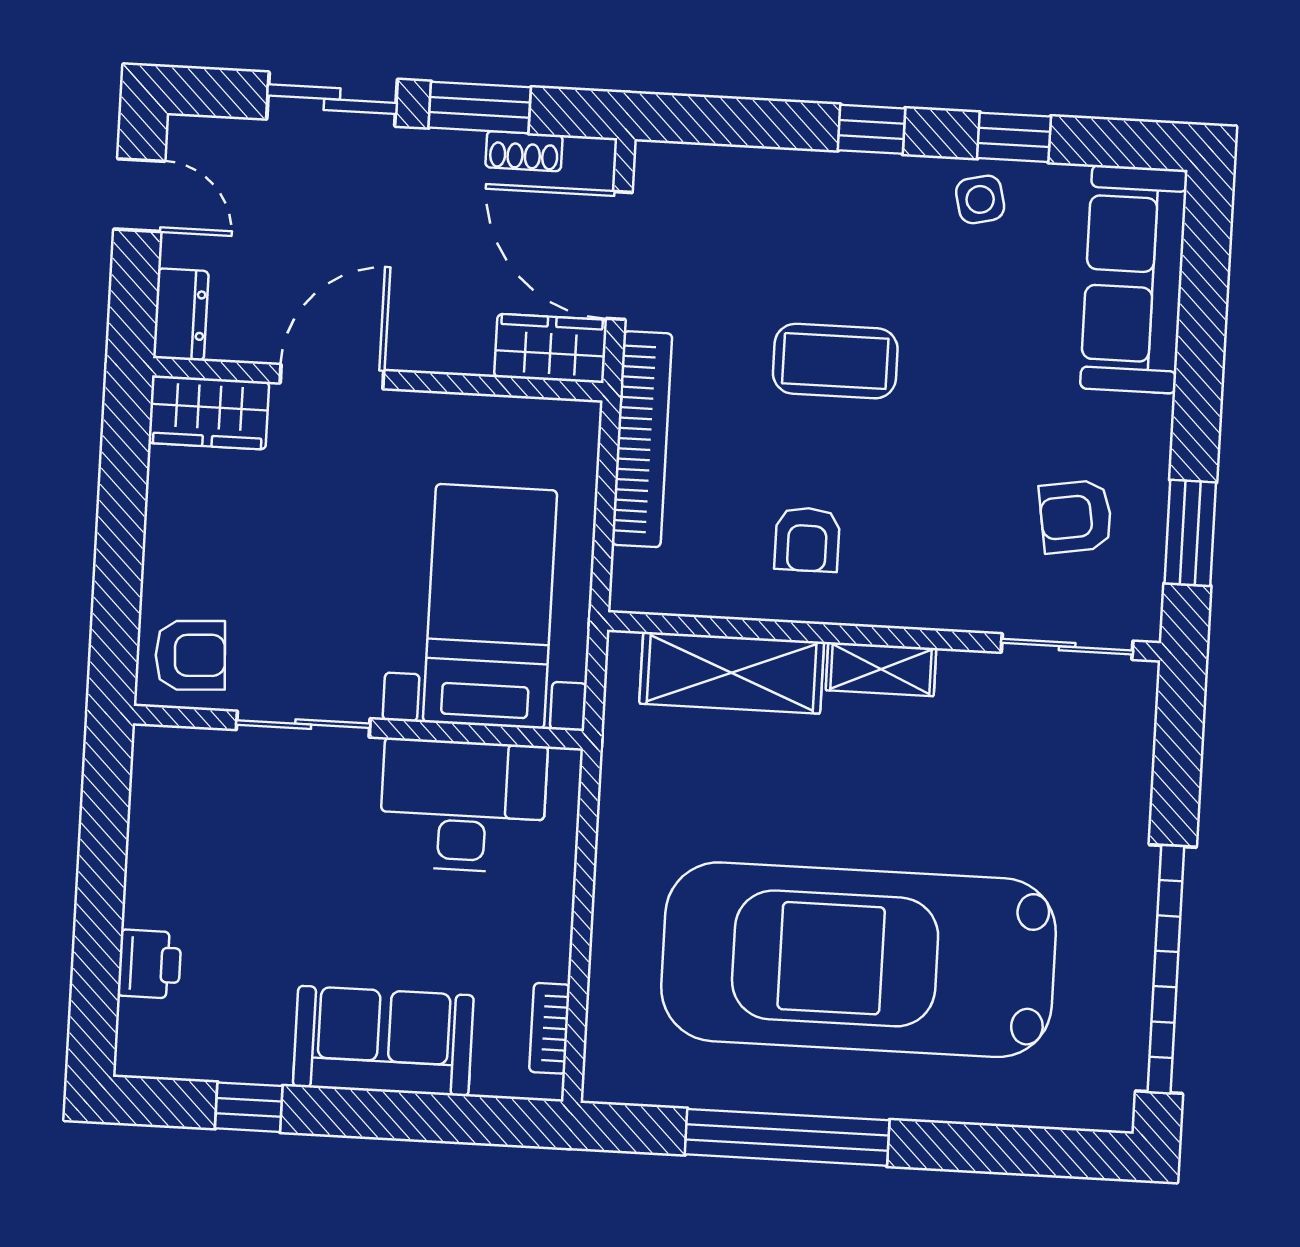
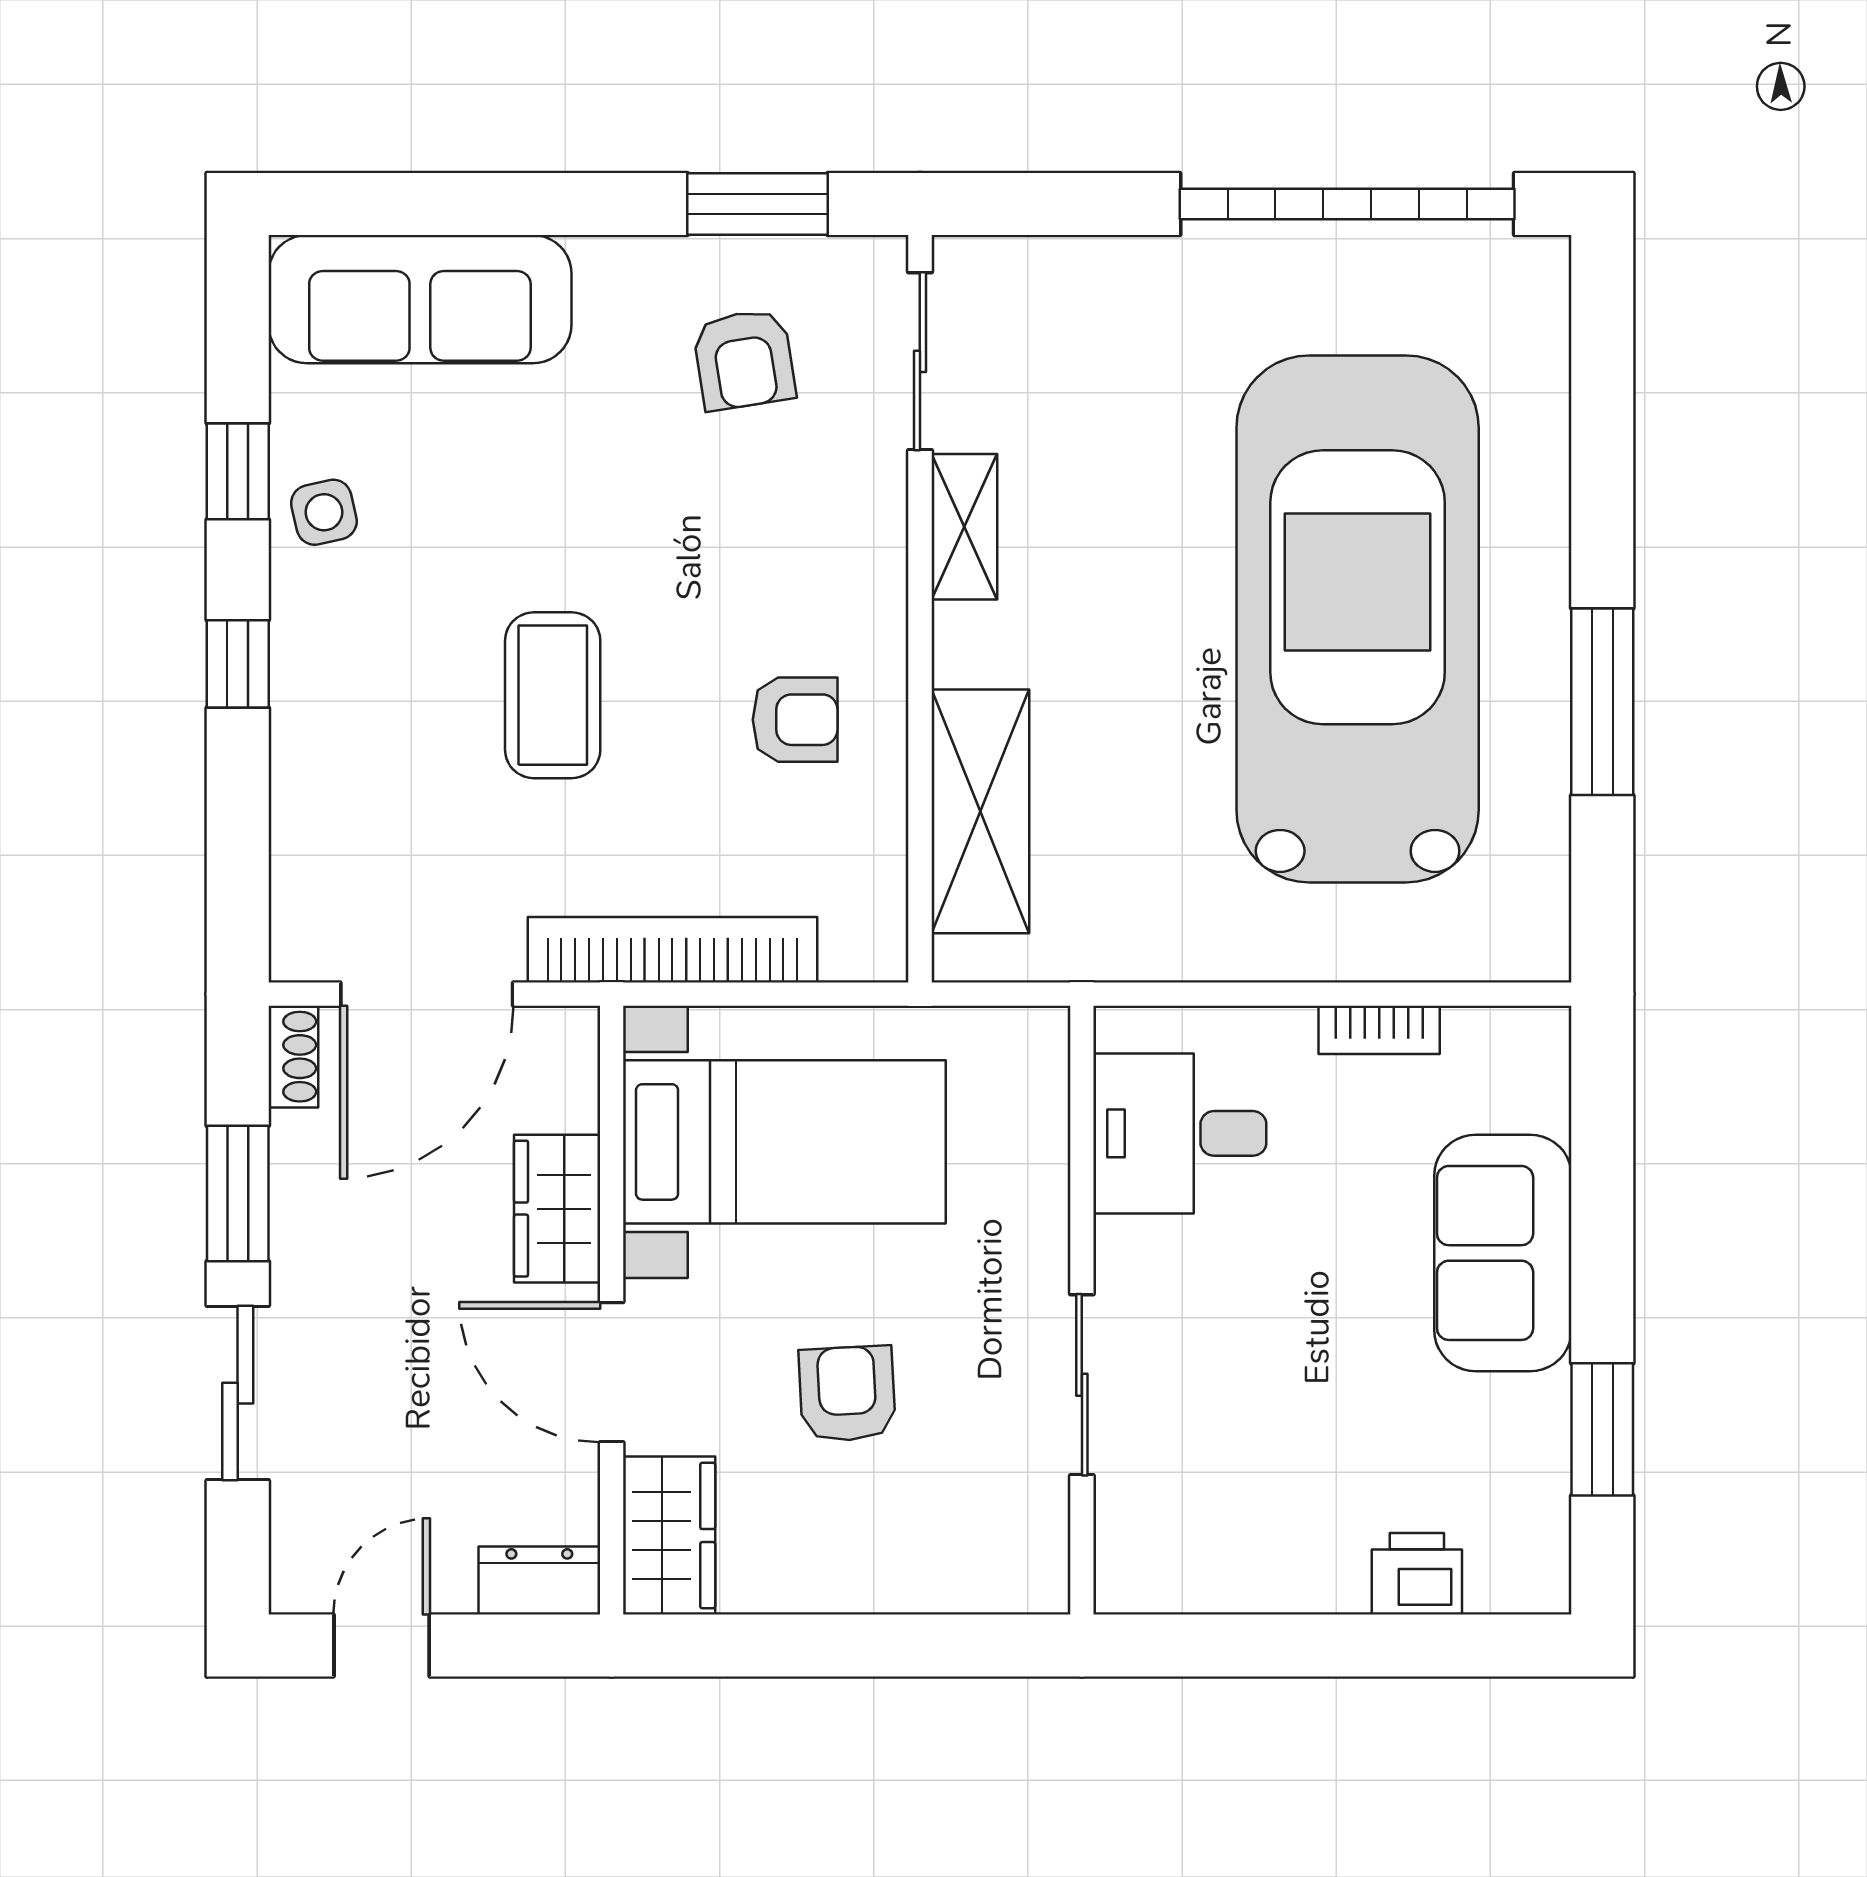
shoe rack: (524, 151) -> (293, 1057), moved
wardrobe: (551, 348) -> (557, 1209), moved
bed with nightstands: (490, 606) -> (784, 1142), moved, turned 180
armchair: (190, 655) -> (847, 1394), moved
shelving: (881, 669) -> (964, 527), moved
desk: (463, 806) -> (1180, 1133), width x0.73
car: (858, 960) -> (1358, 619), turned 180
bookcase: (550, 1028) -> (1379, 1030), moved
window: (249, 1107) -> (1602, 1429), width x1.50
window: (787, 1137) -> (1602, 702), width x0.68

